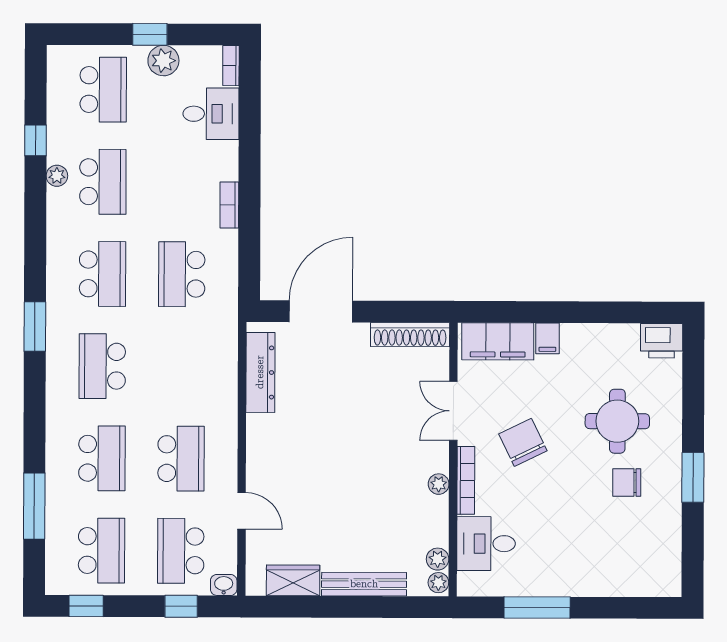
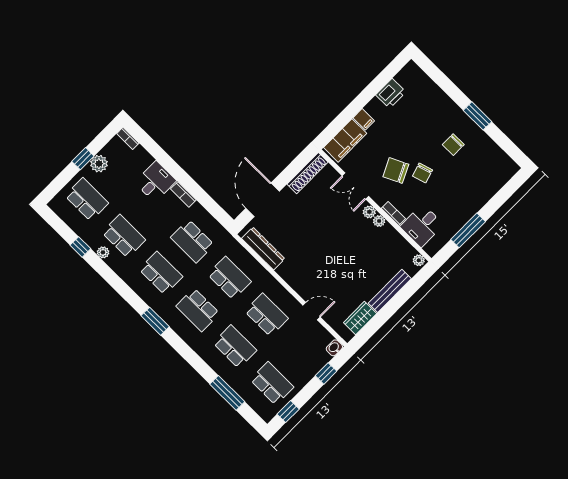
desk: (211, 114) -> (155, 182), moved
printer: (662, 341) -> (391, 93), moved
round table: (617, 421) -> (425, 124), removed
chair: (553, 479) -> (422, 173), added
bookcase: (466, 480) -> (393, 214), width x0.64
school desk: (181, 551) -> (229, 278), moved, turned 180
plant: (438, 559) -> (369, 212), moved

